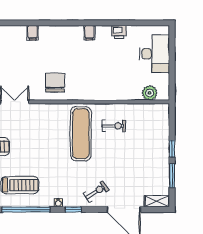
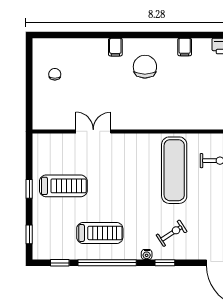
chair: (55, 83) -> (145, 67), moved
exercise bike: (96, 192) -> (172, 233), moved

